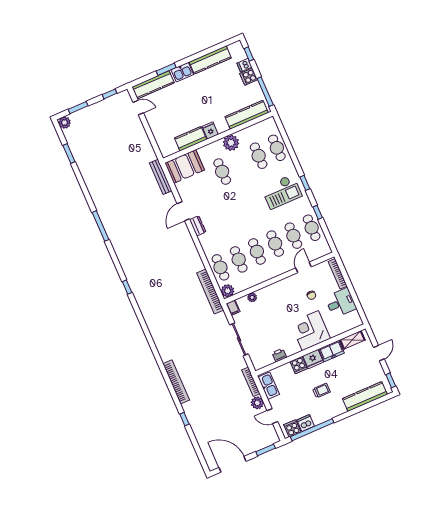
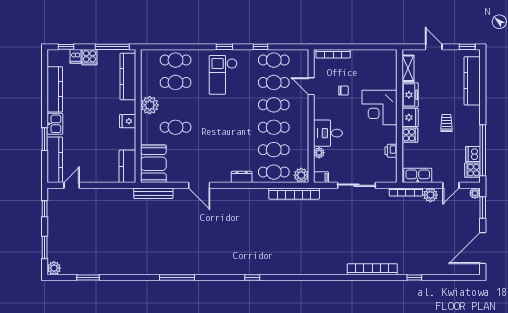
kitchen counter: (191, 139) -> (127, 166), moved
checkout: (282, 192) -> (223, 75), turned 180
dresser: (198, 226) -> (242, 177), moved
desk: (341, 303) -> (328, 133), moved, turned -90
plant: (274, 438) -> (475, 193), added

